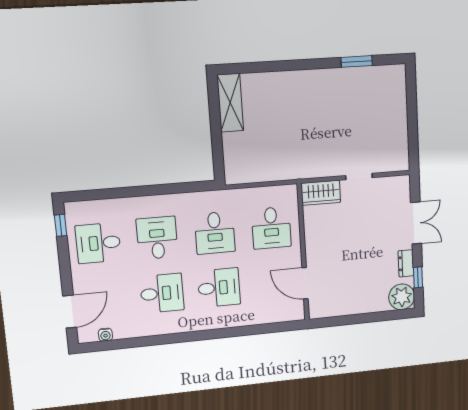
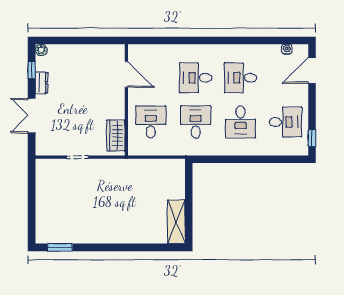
window: (357, 61) -> (60, 247), moved
wardrobe: (321, 193) -> (116, 135), moved, turned -90
plant: (402, 297) -> (41, 50), width x0.53, depth x0.53

